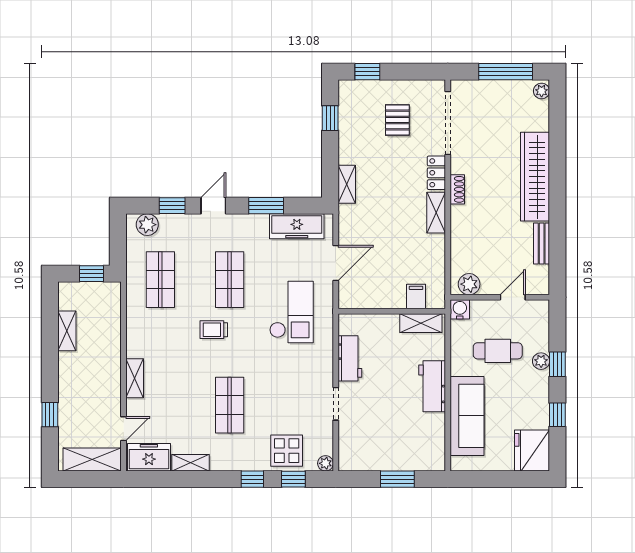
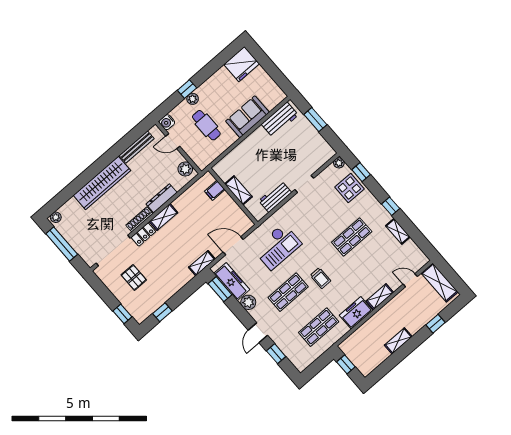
pallet: (397, 120) -> (134, 277), turned 90
shelving: (347, 184) -> (202, 263), moved
shoe rack: (457, 189) -> (139, 219), width x1.43
door: (213, 206) -> (258, 333), hinge flipped
window: (266, 206) -> (220, 289), moved
plant: (147, 225) -> (248, 302), moved
dresser: (459, 229) -> (162, 198), added
bench: (542, 243) -> (137, 147), width x1.36
water cooler: (460, 309) -> (167, 122), moved
checkout: (291, 312) -> (277, 247), turned 180
shelving: (421, 323) -> (238, 190), moved
shelving: (67, 331) -> (398, 341), moved
workbench: (432, 386) -> (280, 120), moved
window: (557, 415) -> (212, 67), removed
sofa: (467, 416) -> (247, 117), width x0.73
freezer: (149, 457) -> (356, 313), moved, turned 90
window: (252, 479) -> (391, 206), moved

